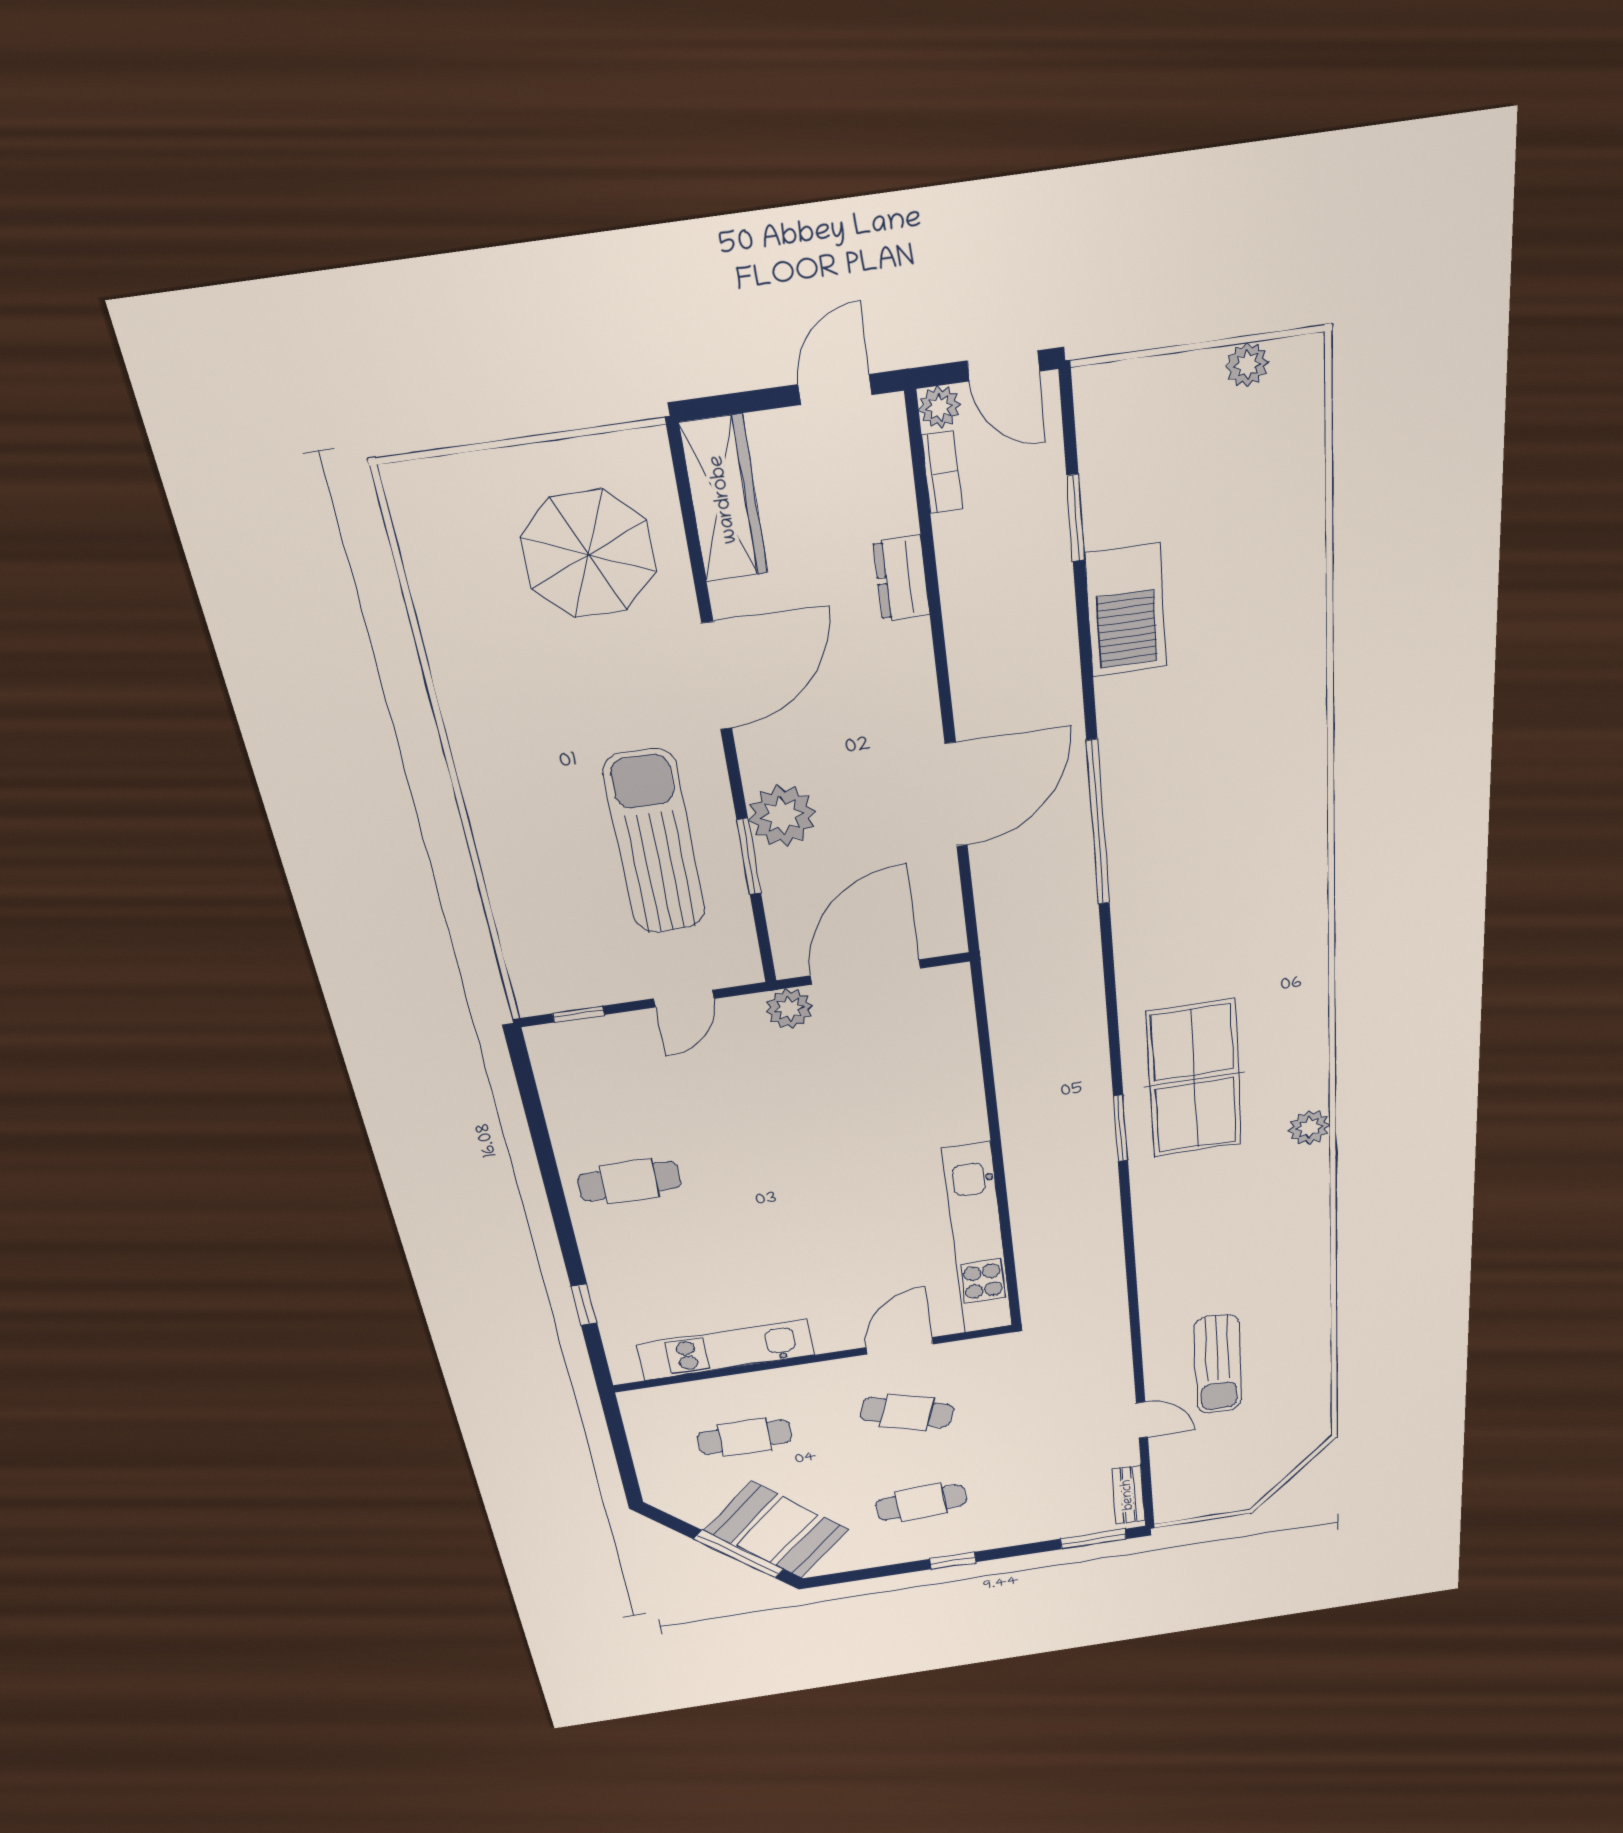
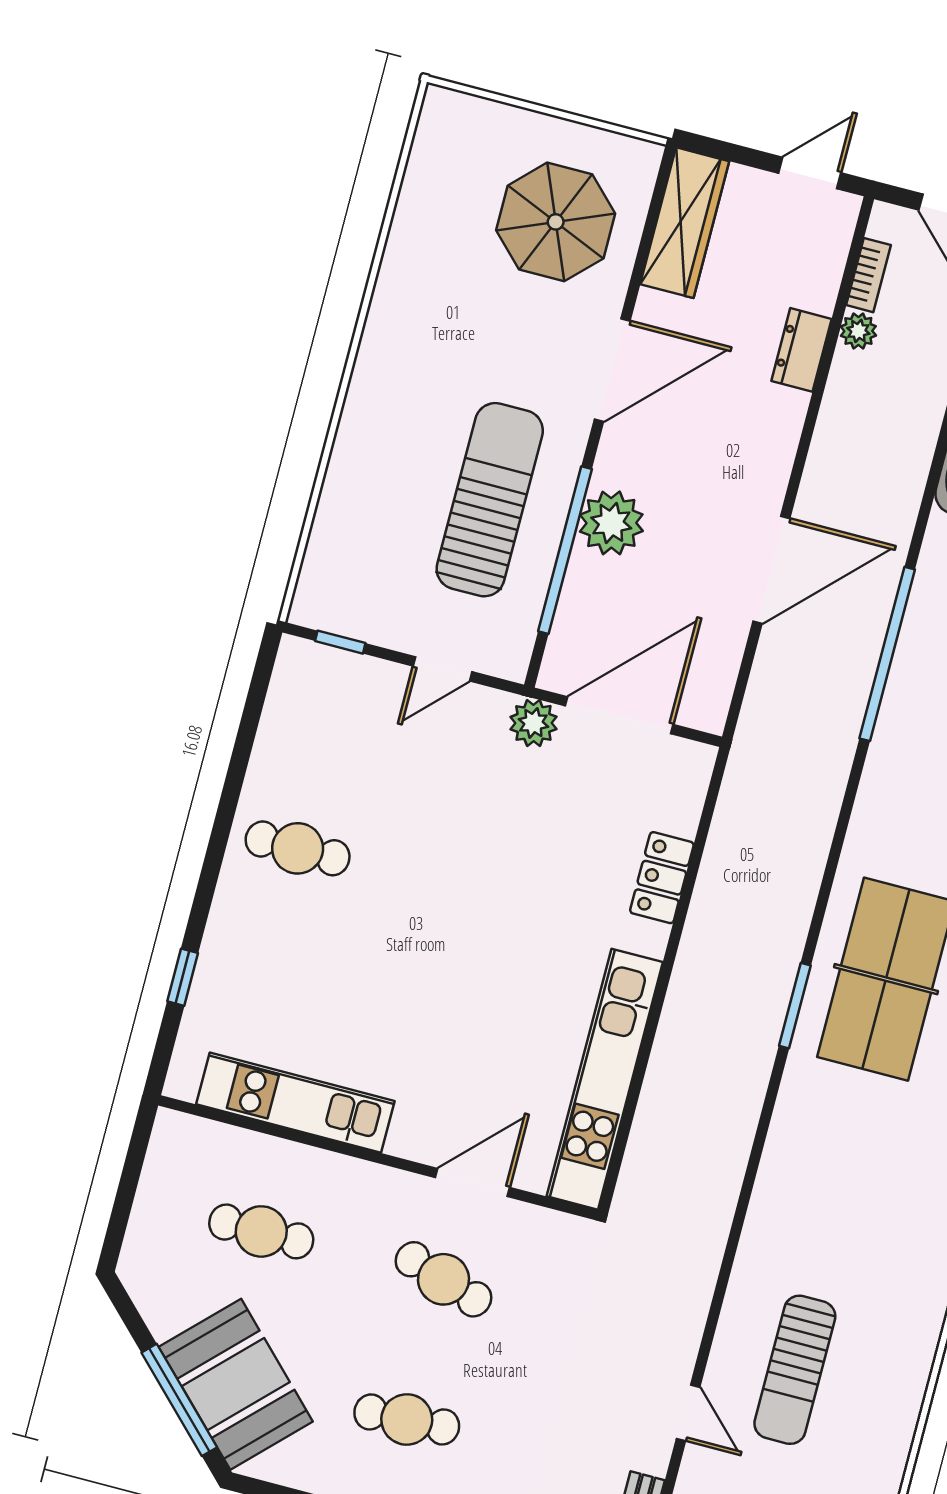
plant: (940, 407) -> (858, 331), moved
window: (749, 857) -> (565, 550), width x2.11
locker: (962, 1081) -> (662, 878), added

